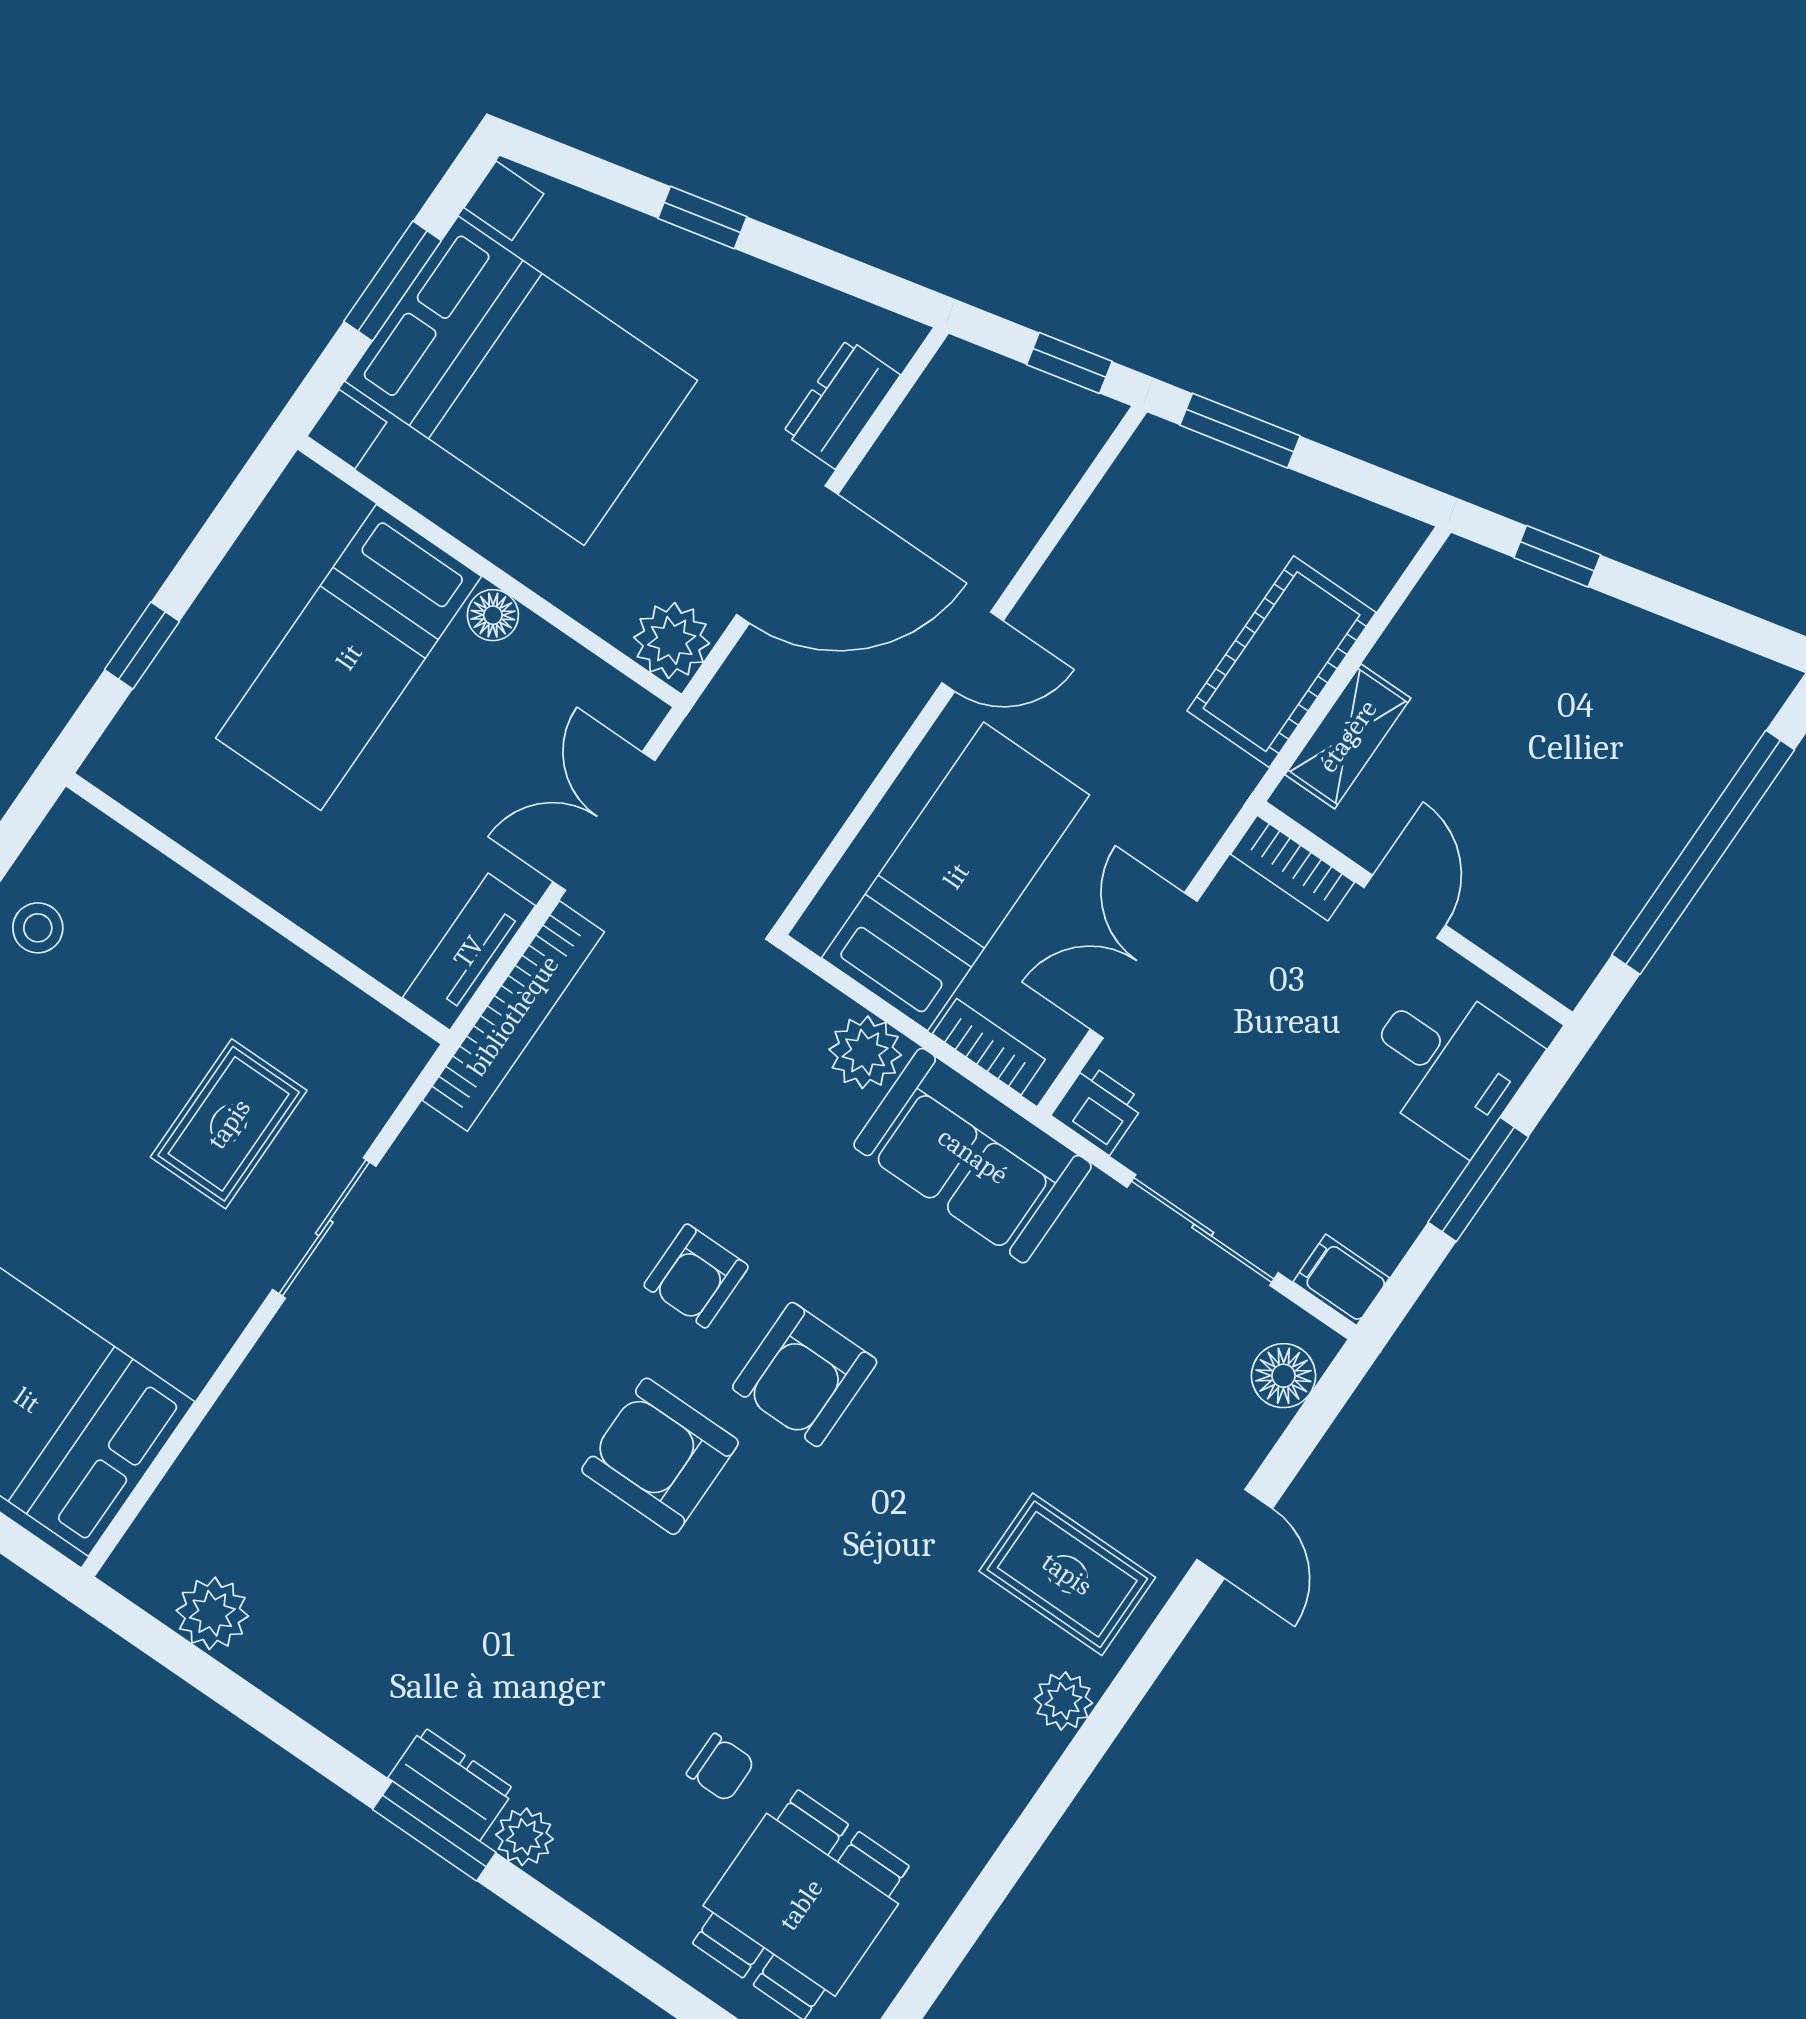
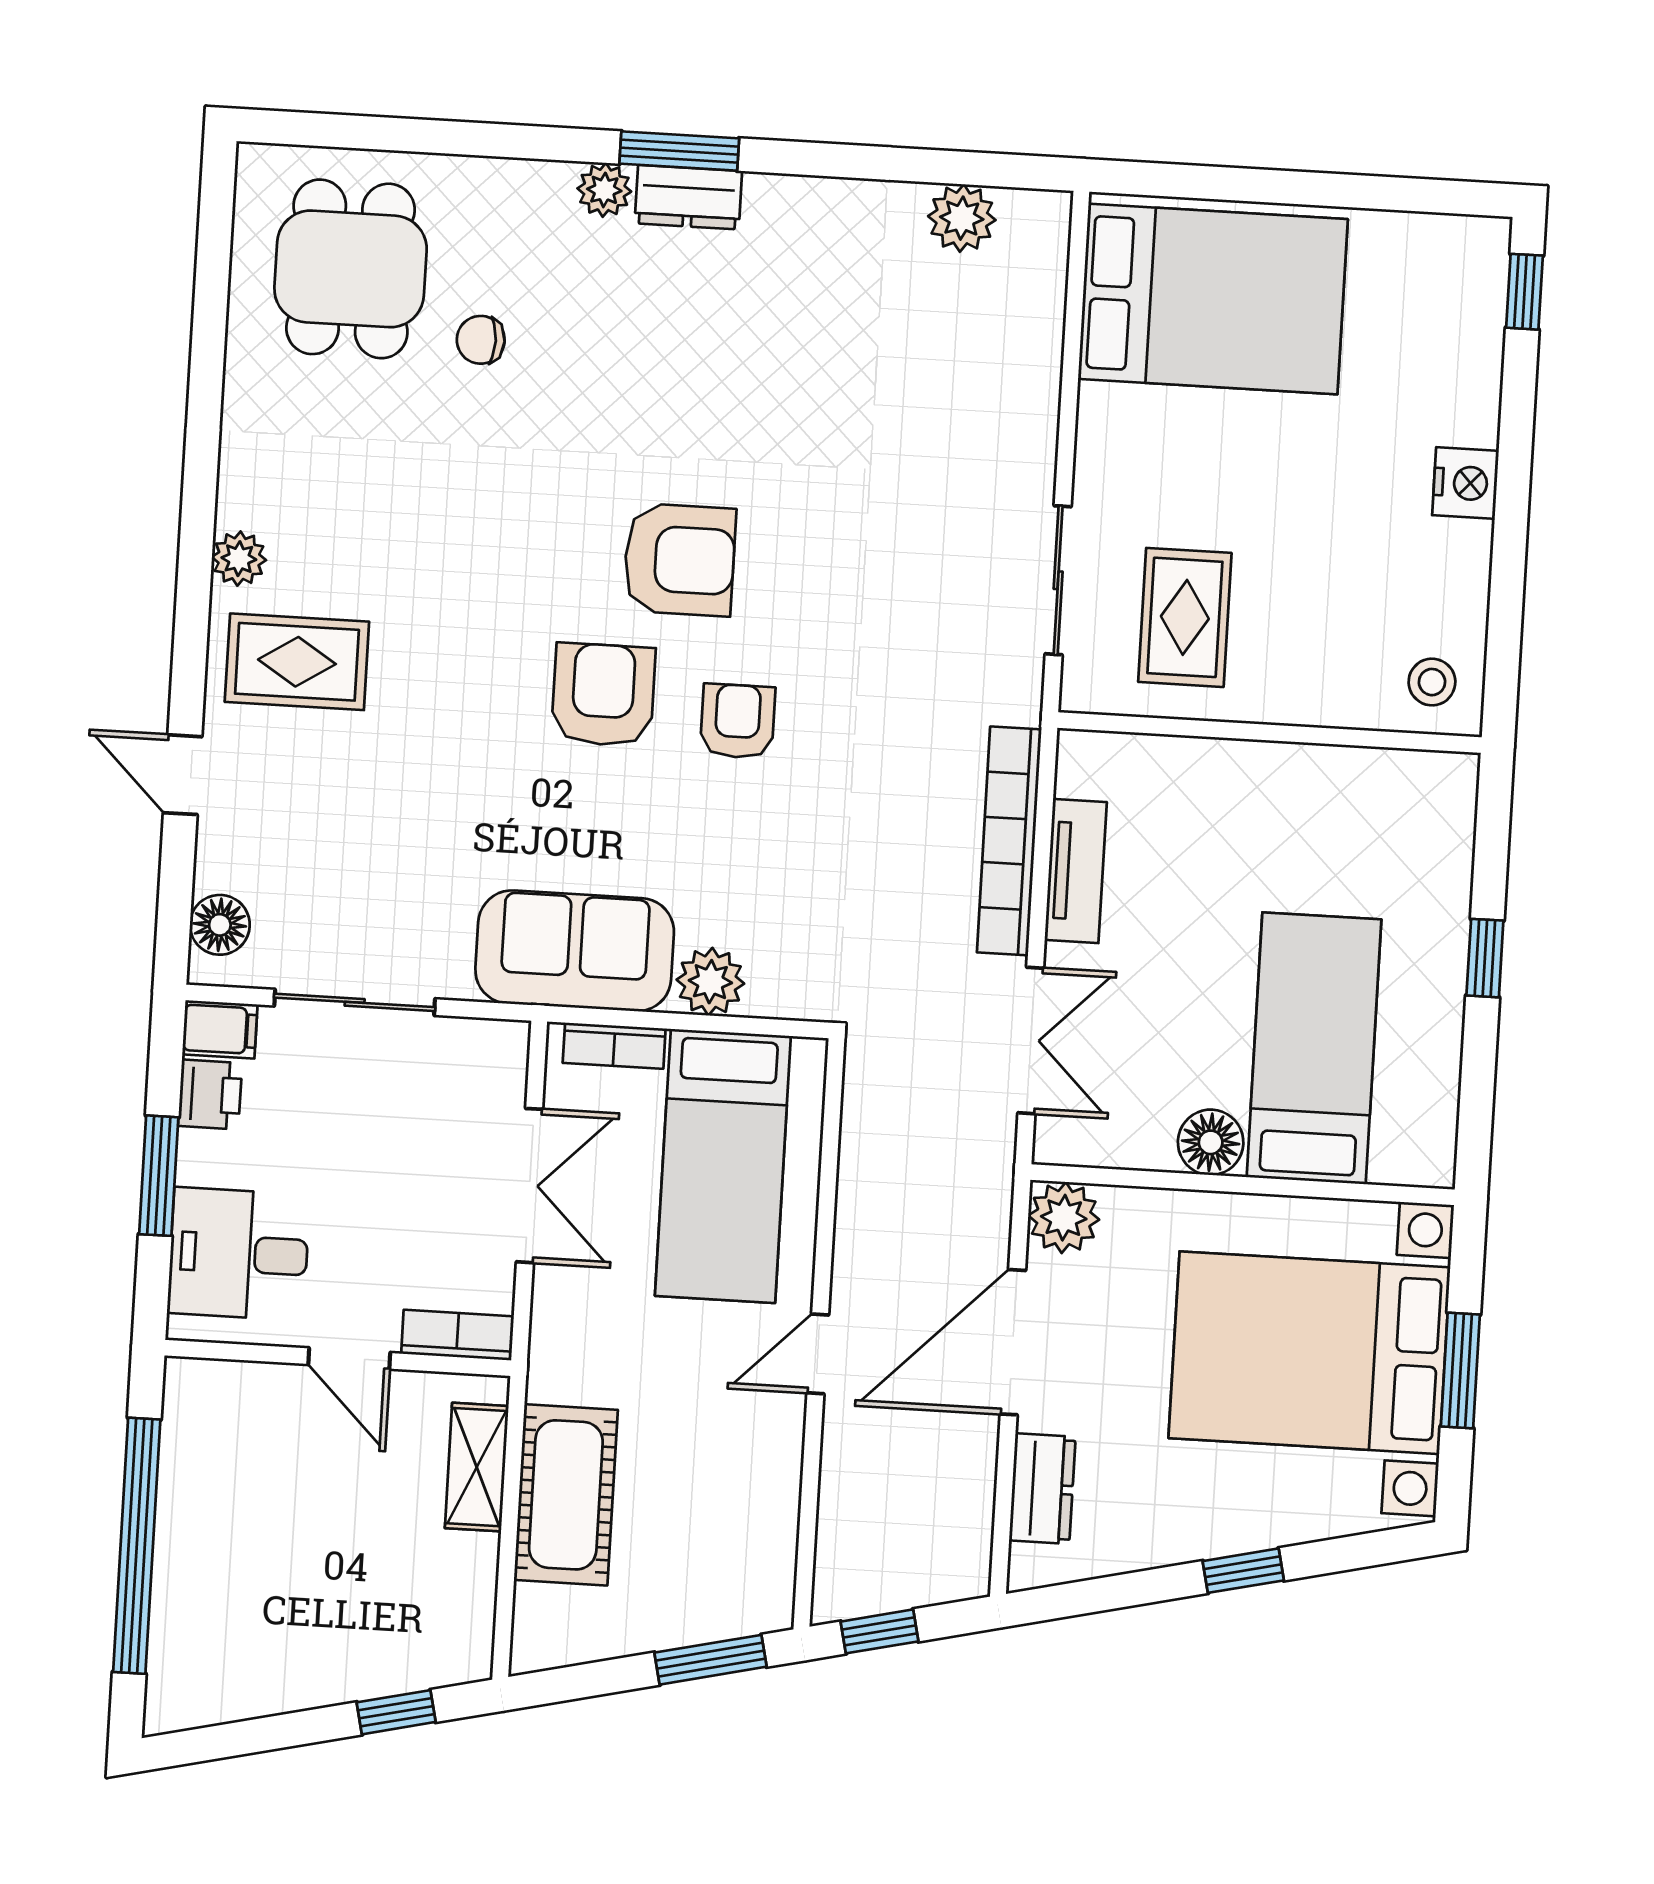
floor lamp: (493, 615) -> (1211, 1142), width x1.37, depth x1.37
wall: (258, 909) -> (1269, 733), moved
printer: (1098, 1109) -> (210, 1094), moved, turned -90

